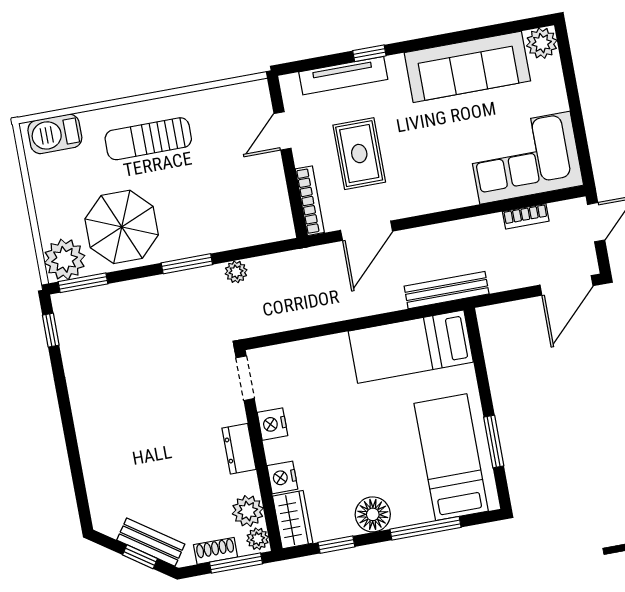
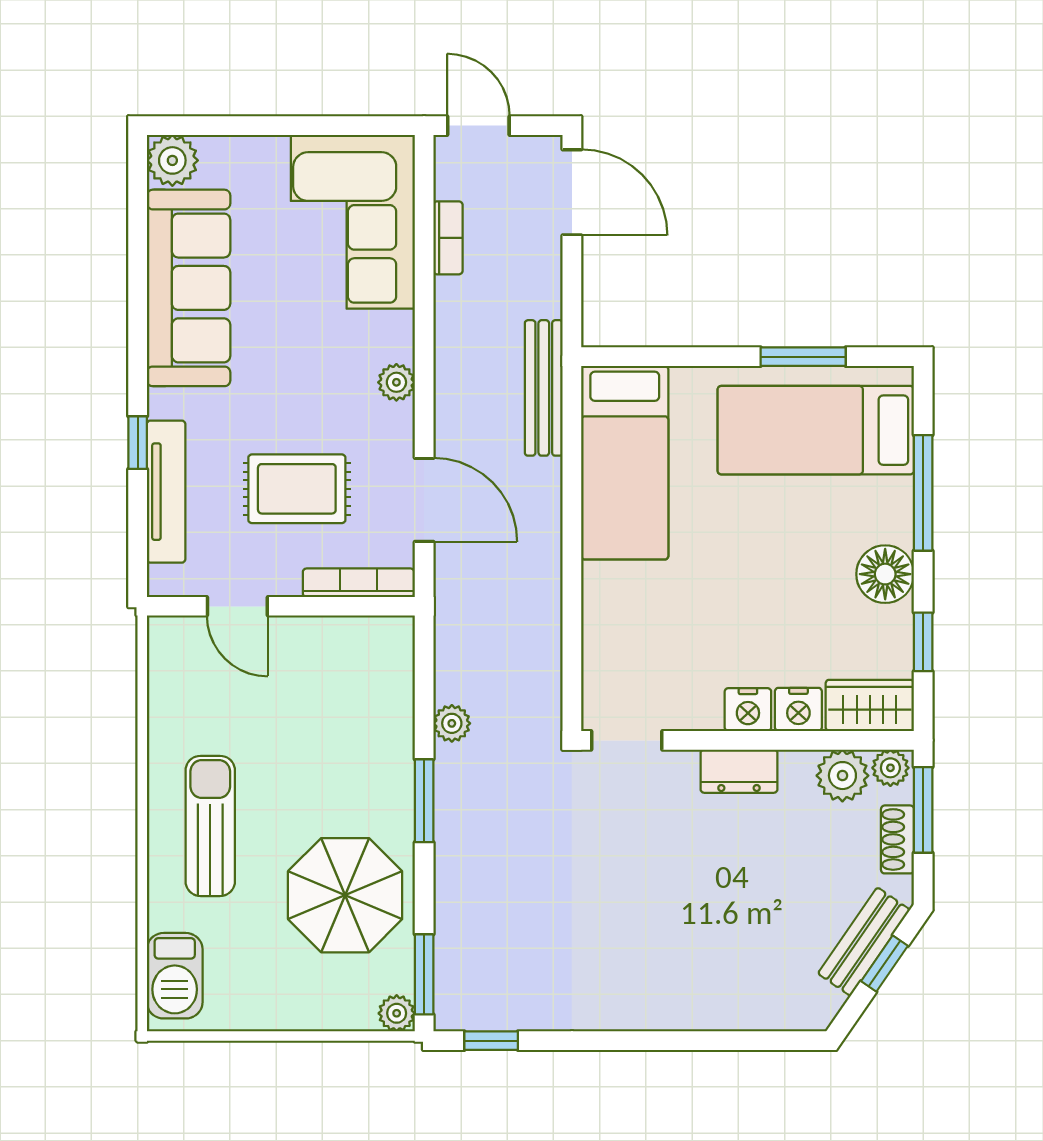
sun lounger: (148, 139) -> (210, 826), turned 180
plant: (434, 201) -> (396, 382), added
plant: (65, 259) -> (397, 1013), width x0.53, depth x0.53
nightstand: (272, 424) -> (748, 710), moved

